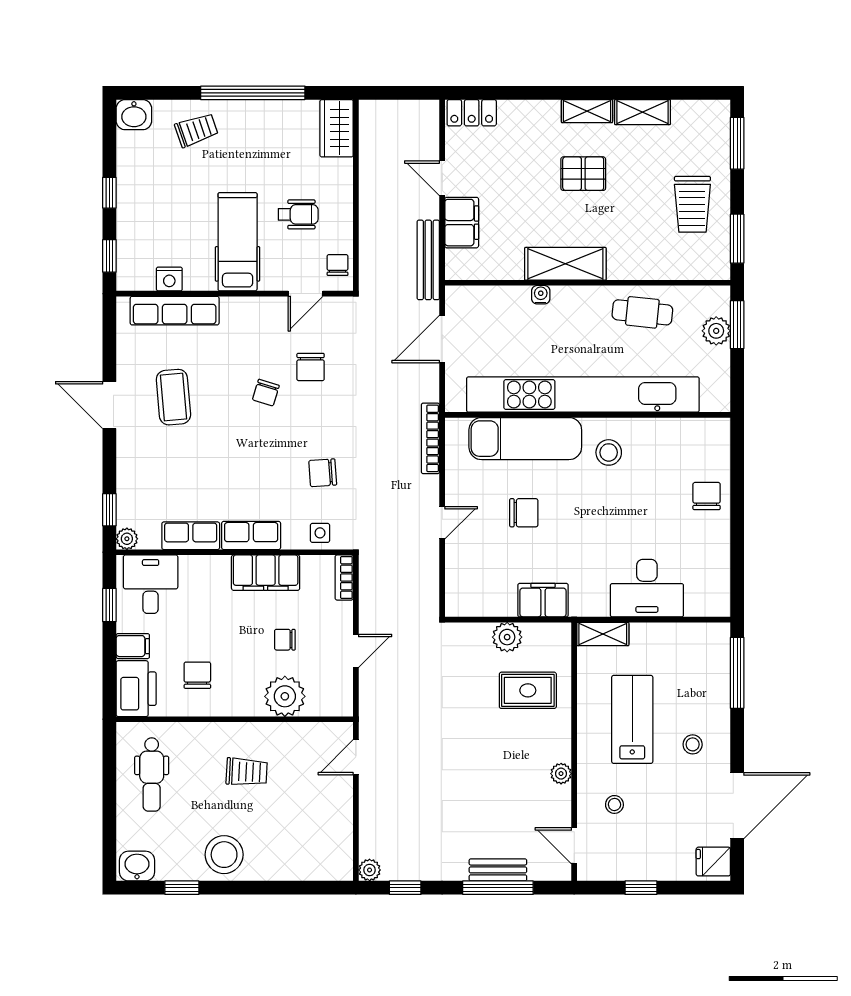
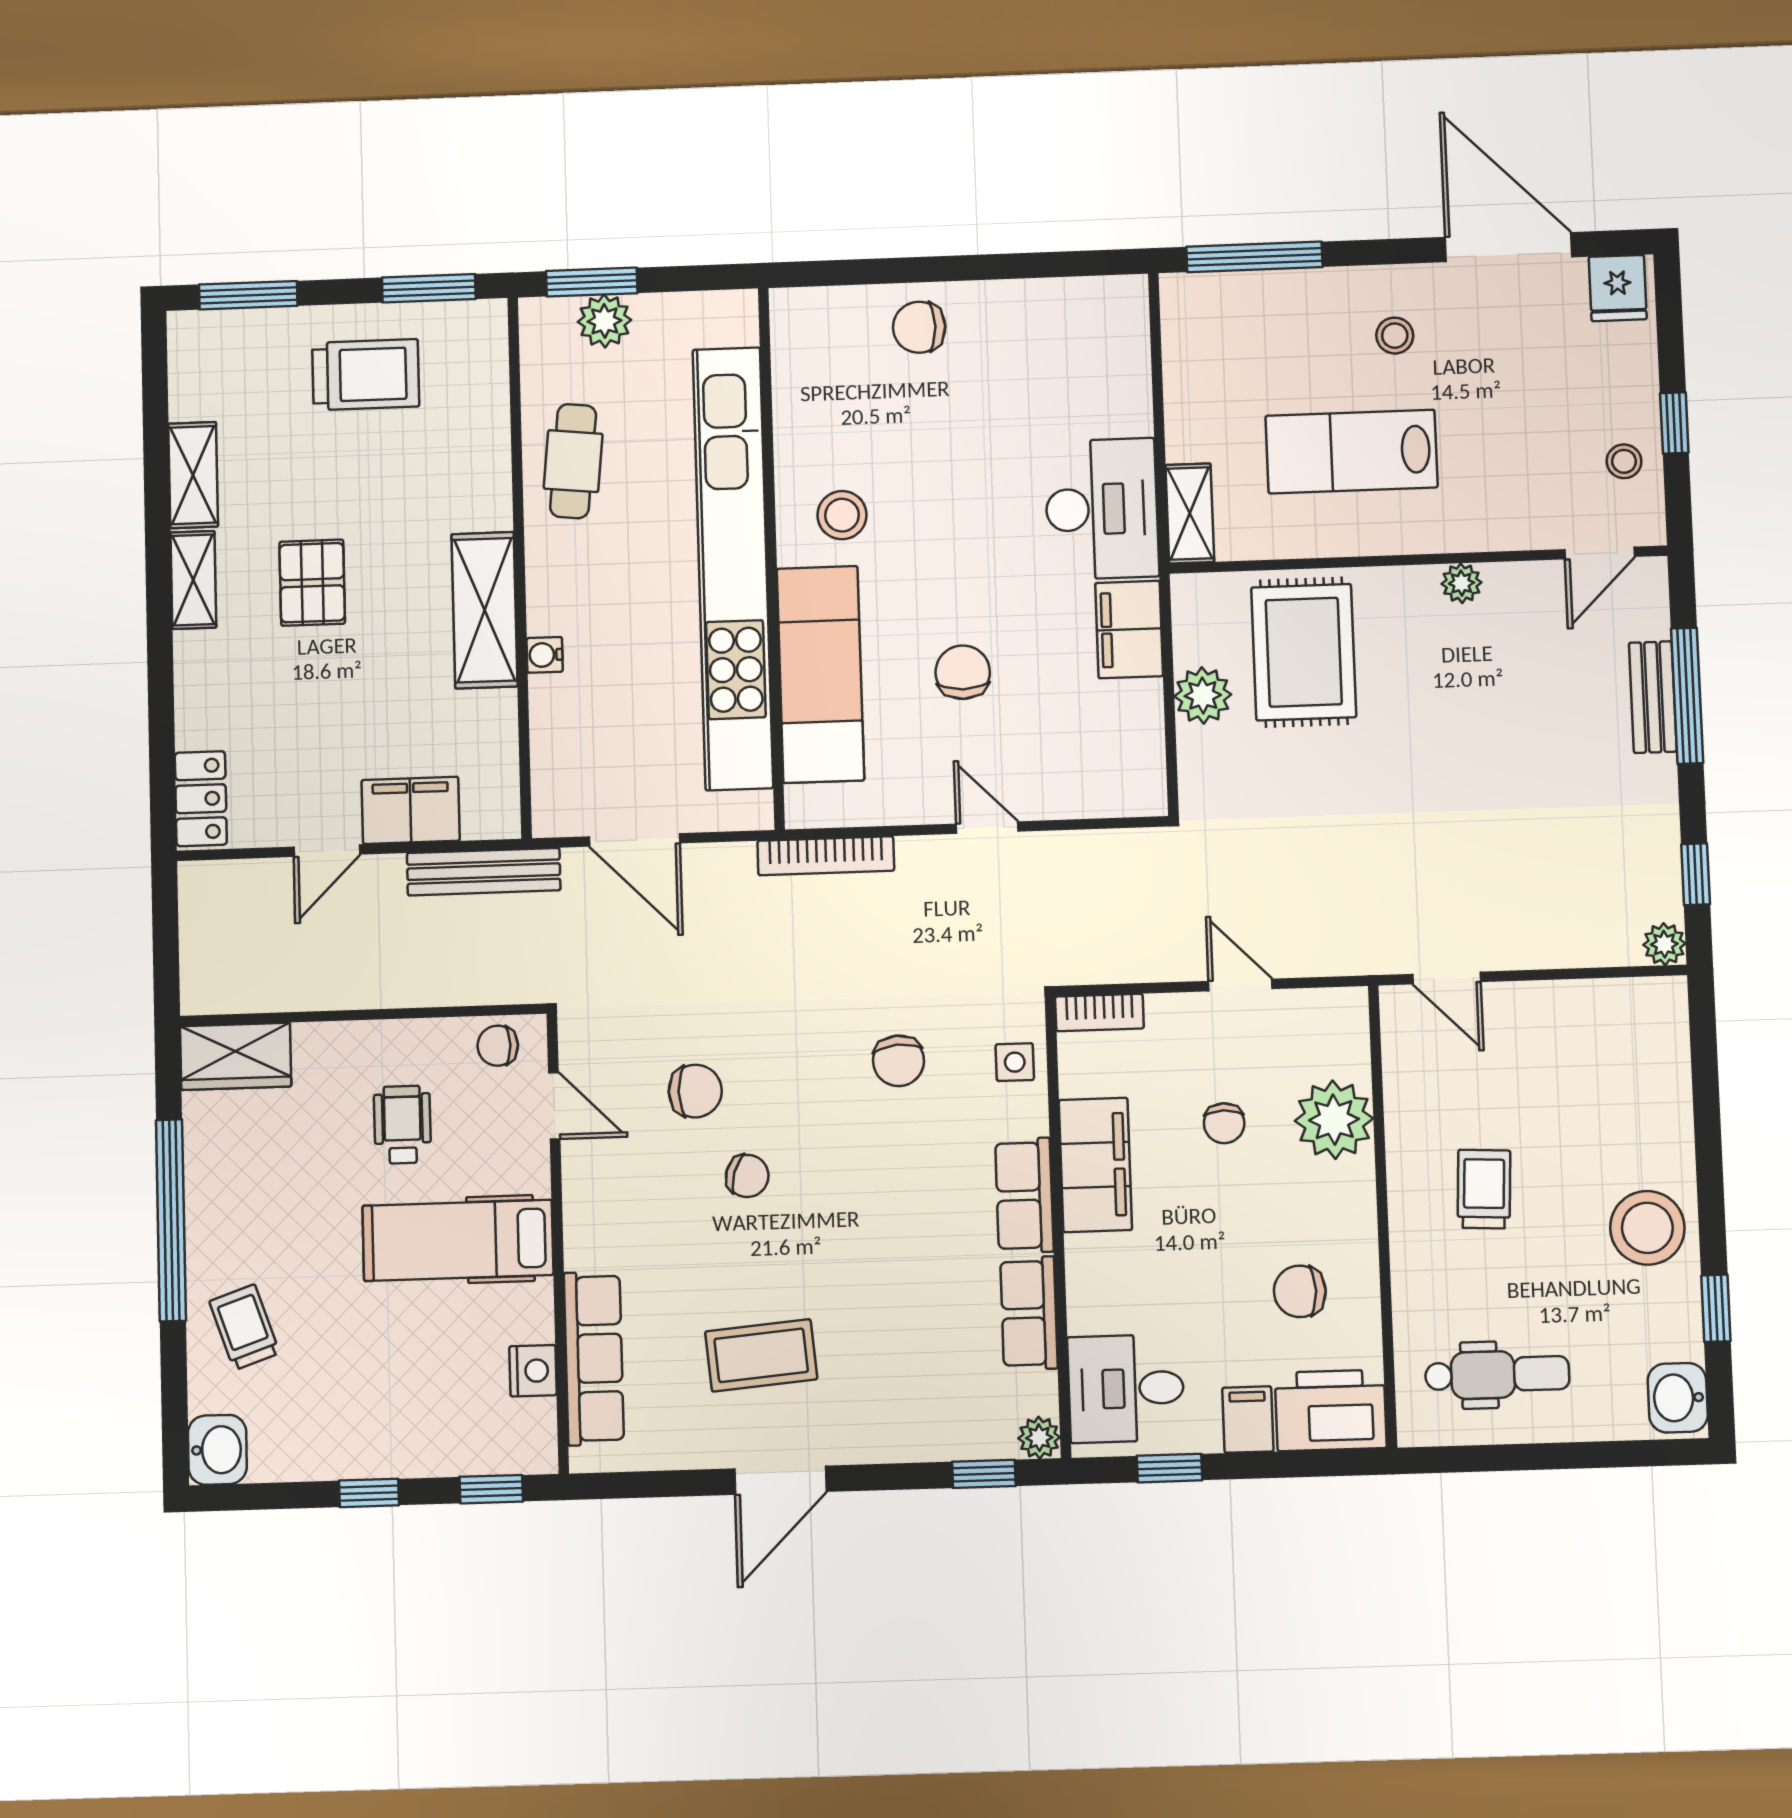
desk: (647, 588) -> (1102, 509), moved
rug: (528, 690) -> (1304, 652), width x1.36, depth x1.43
stool: (614, 804) -> (1624, 461), moved

